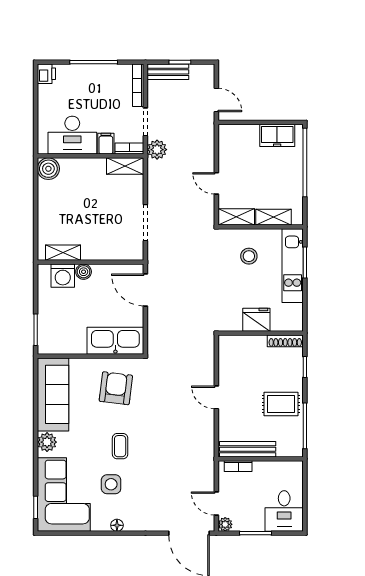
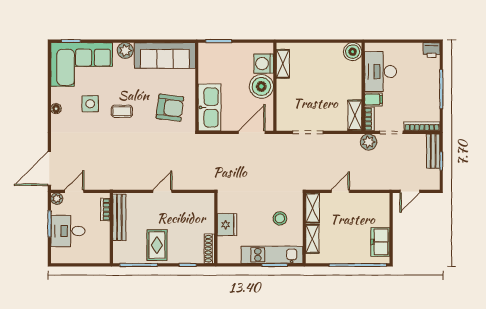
boiler: (84, 272) -> (261, 86), width x1.86, depth x1.86
desk: (284, 511) -> (68, 231), moved

